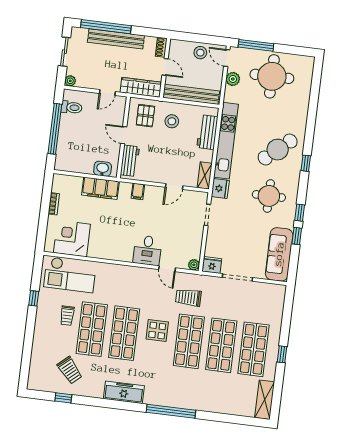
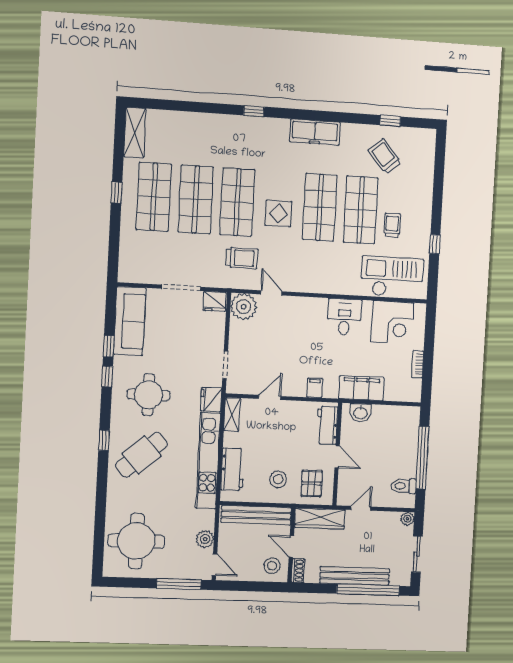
stool: (200, 53) -> (272, 566), moved
round table: (272, 76) -> (136, 541), moved
desk: (147, 250) -> (344, 317), moved
plant: (194, 265) -> (244, 307), width x1.88, depth x1.88
window: (171, 411) -> (254, 111), width x0.32

